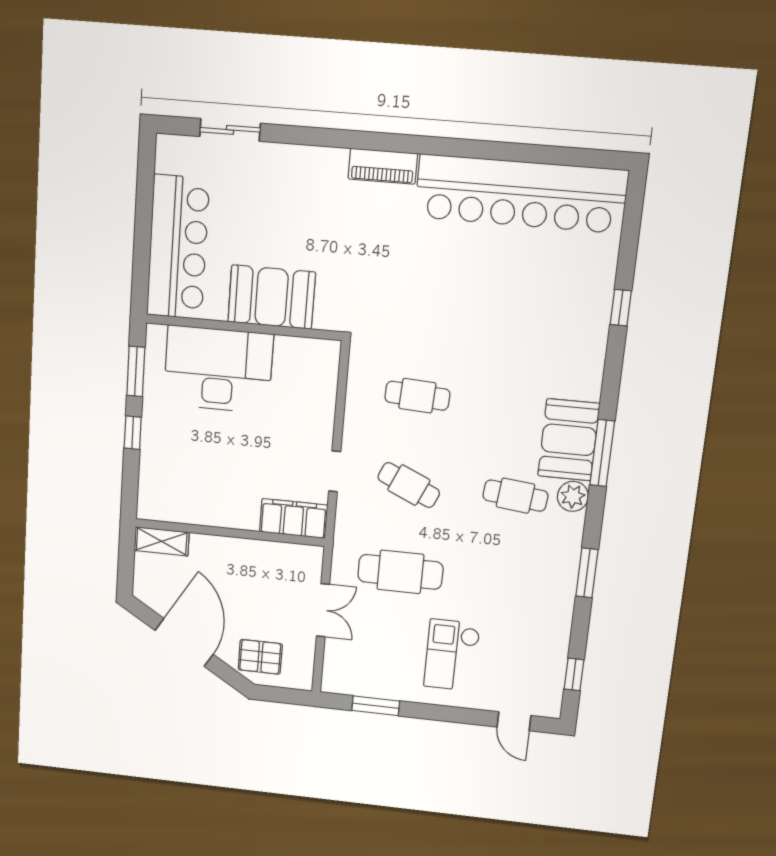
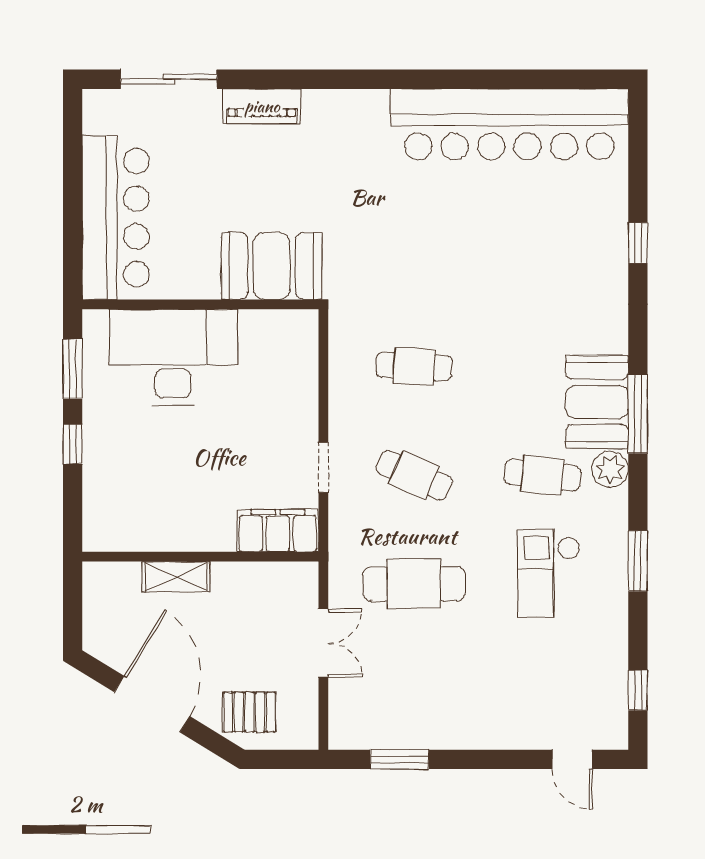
sliding door: (230, 130) -> (169, 79), width x1.37
piano: (383, 166) -> (262, 106), moved
booth: (272, 297) -> (272, 266), moved
shelving: (162, 541) -> (176, 577), moved
checkout: (452, 655) -> (549, 573), moved

